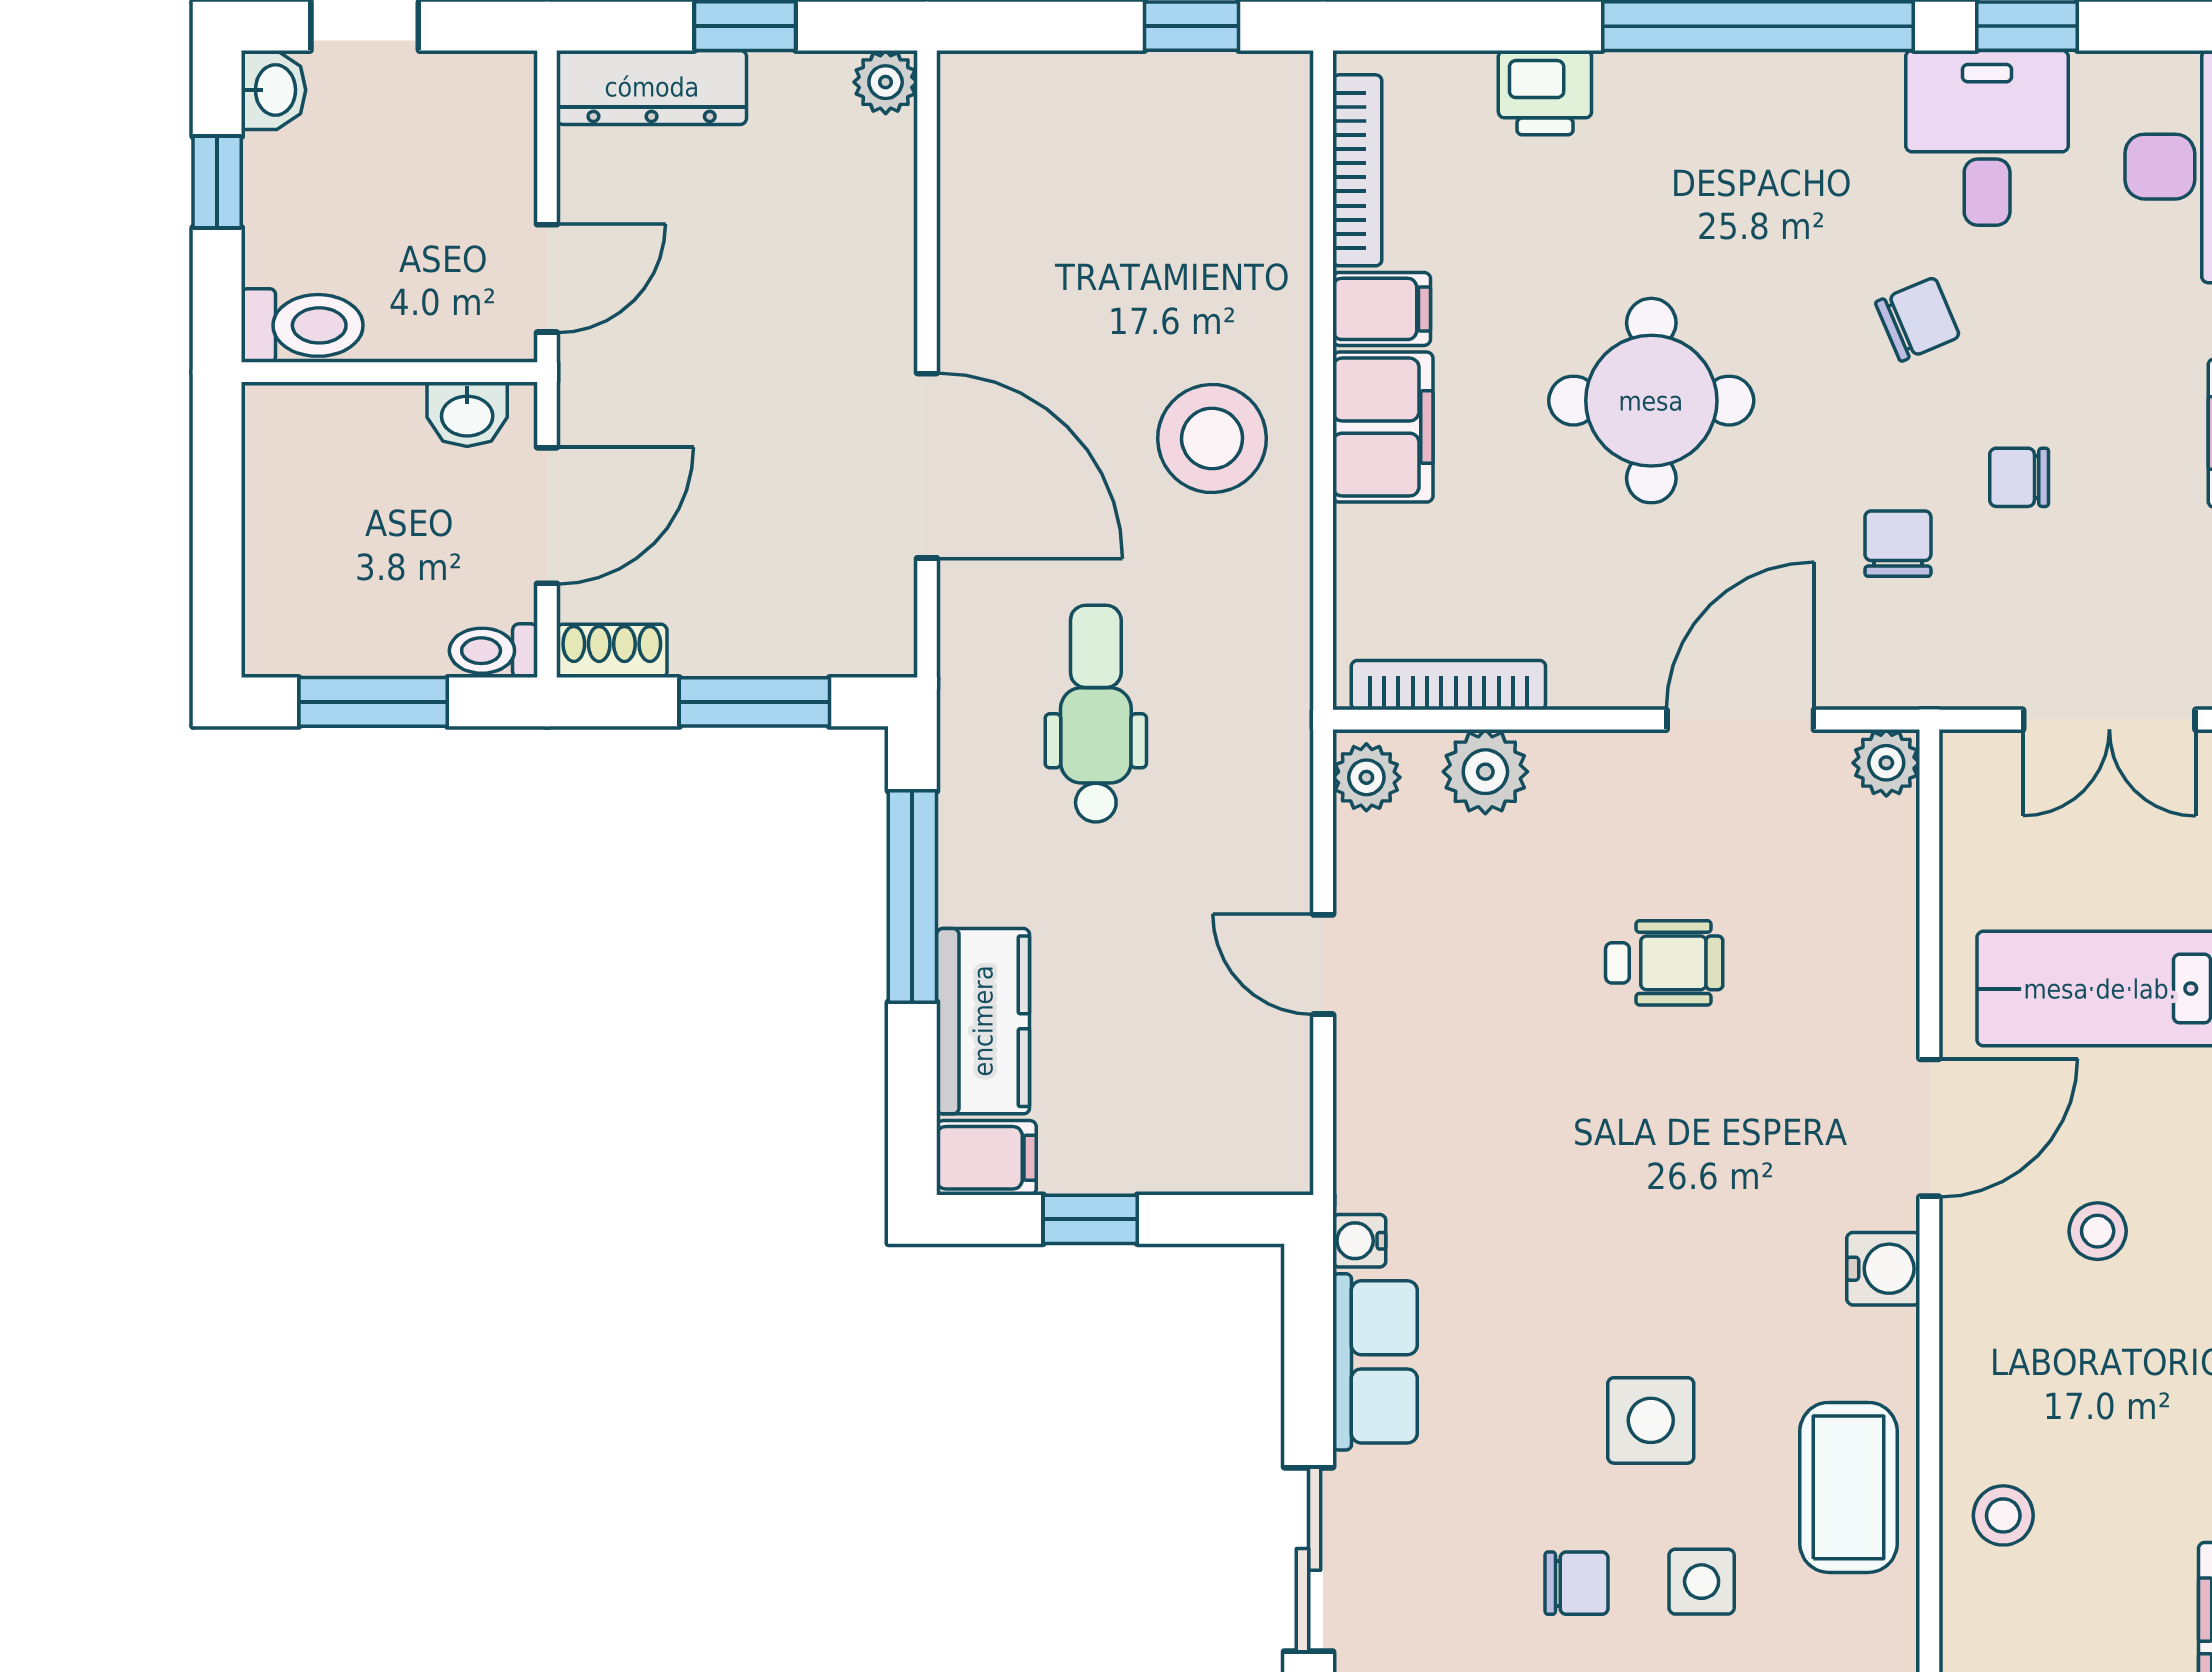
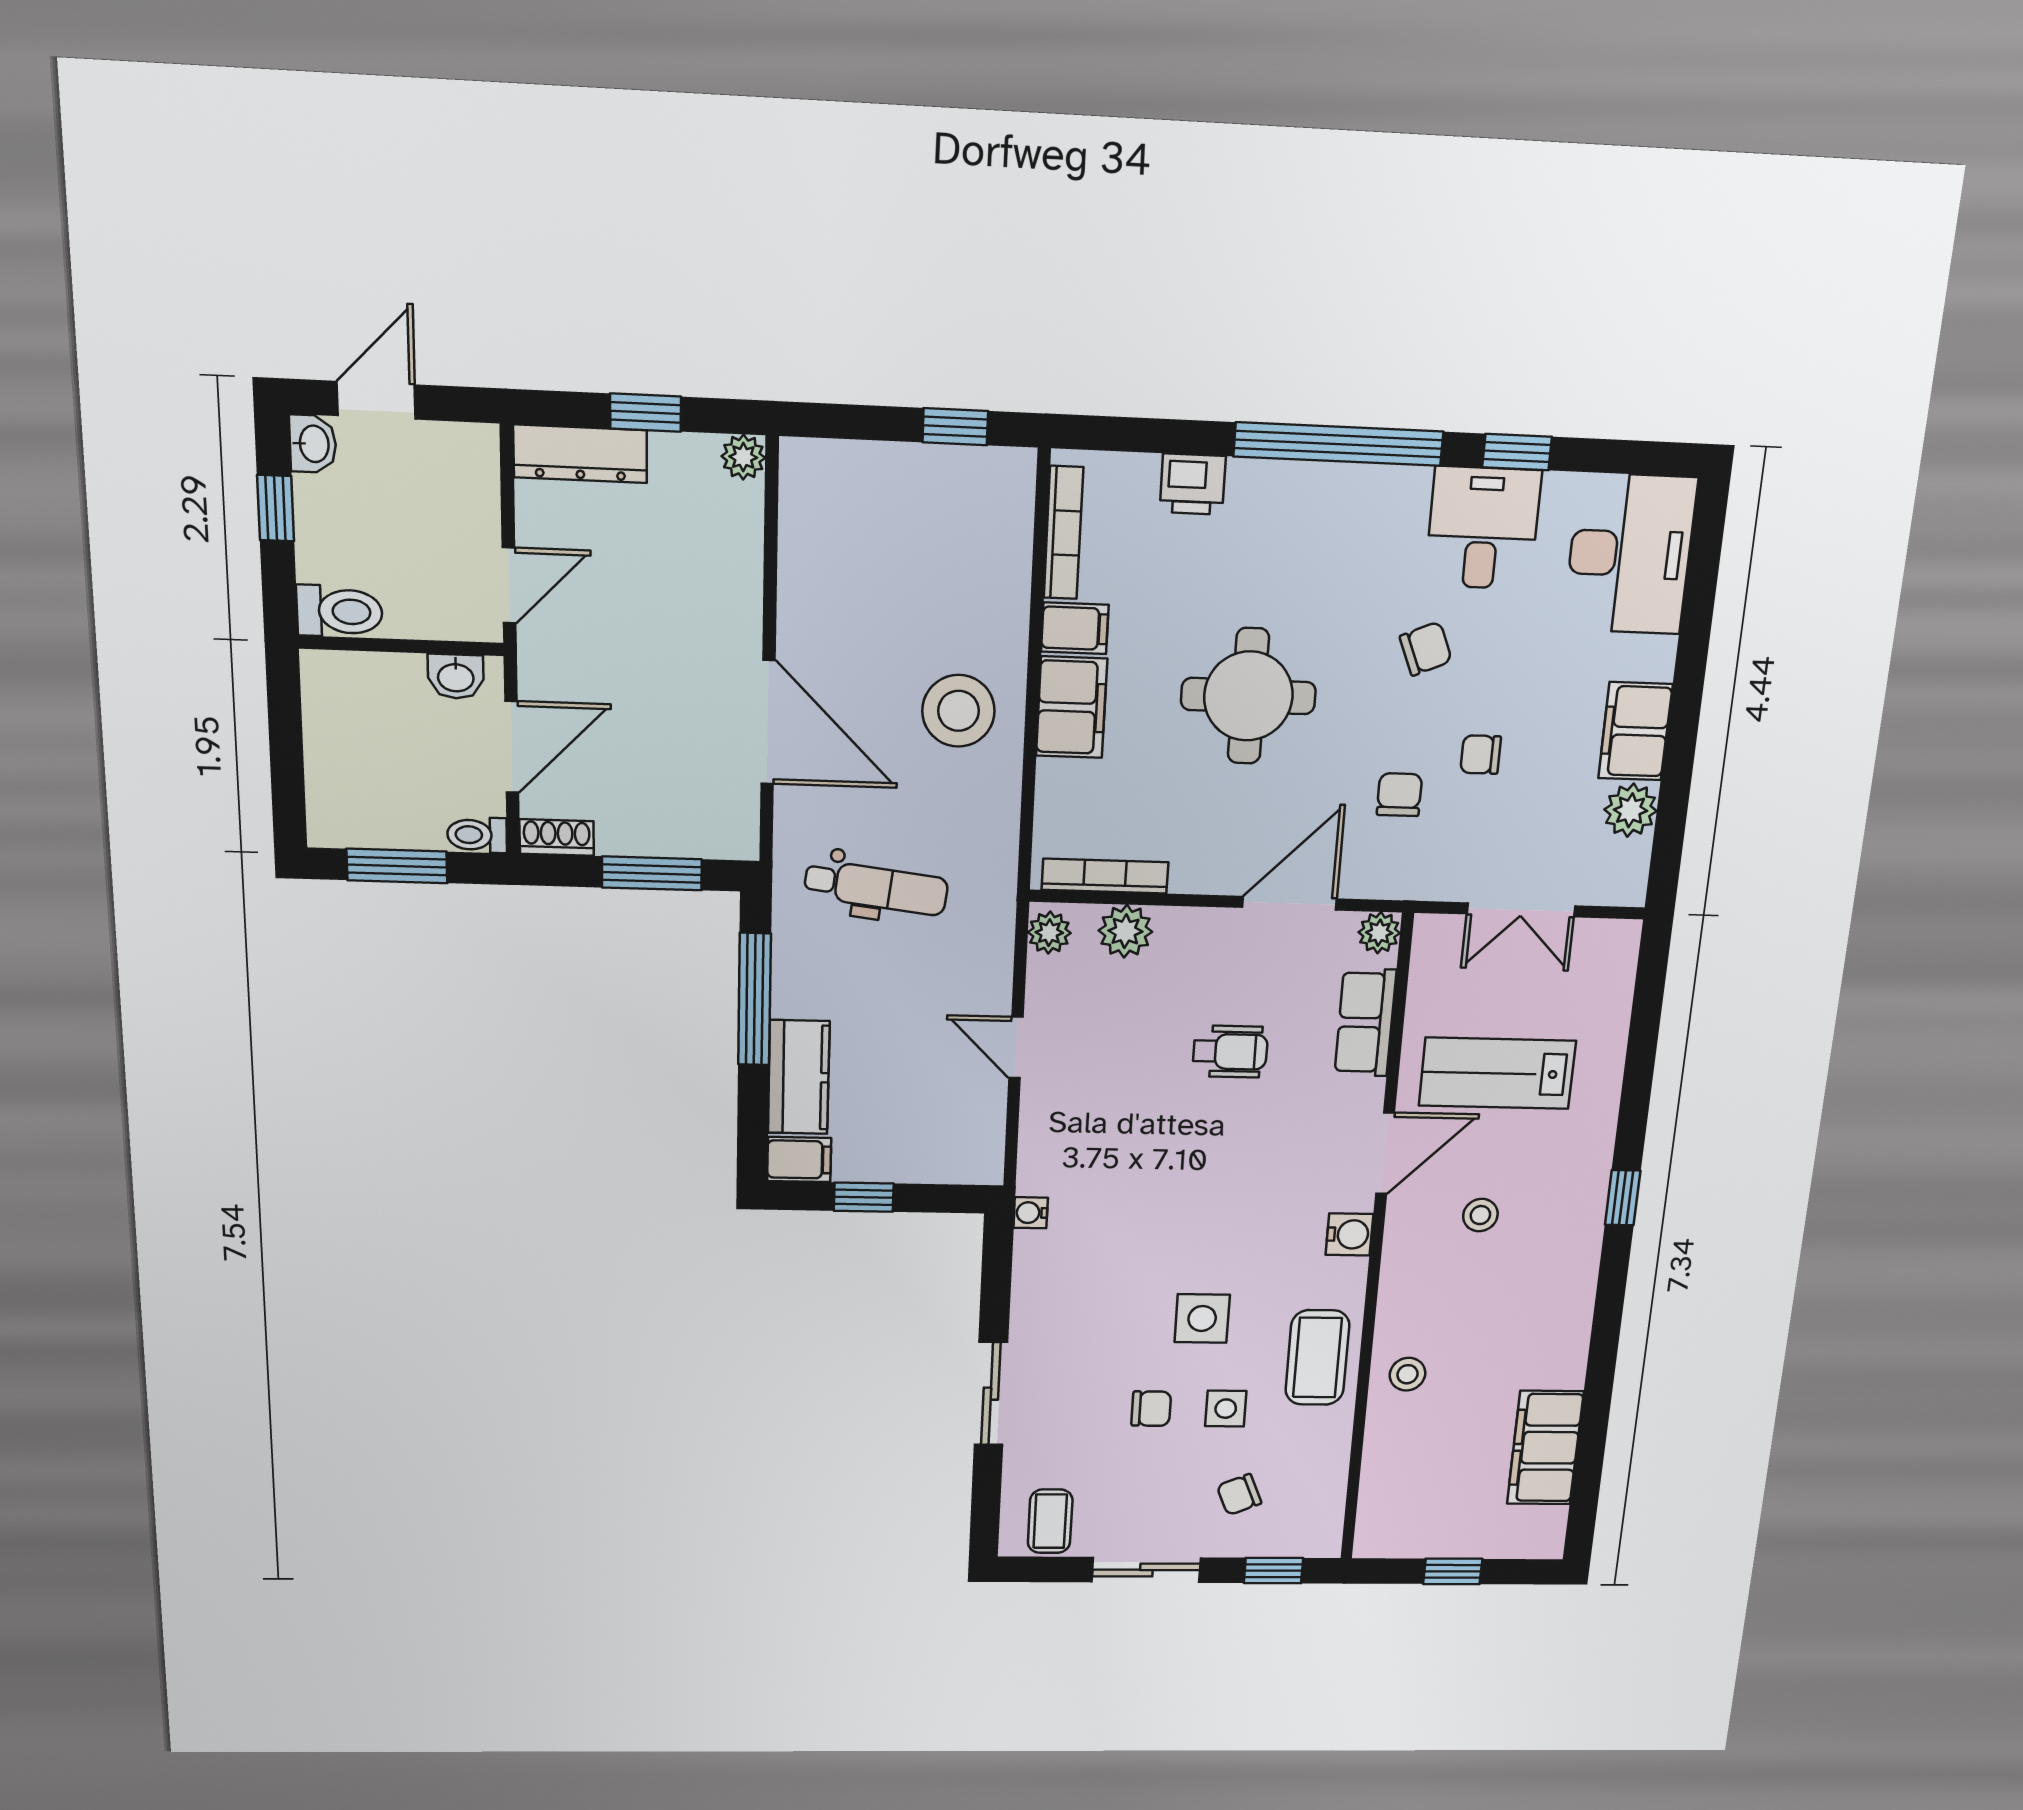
dental chair: (1096, 714) -> (876, 887), turned 97
row of seats: (1375, 1362) -> (1365, 1023), moved, turned 180

